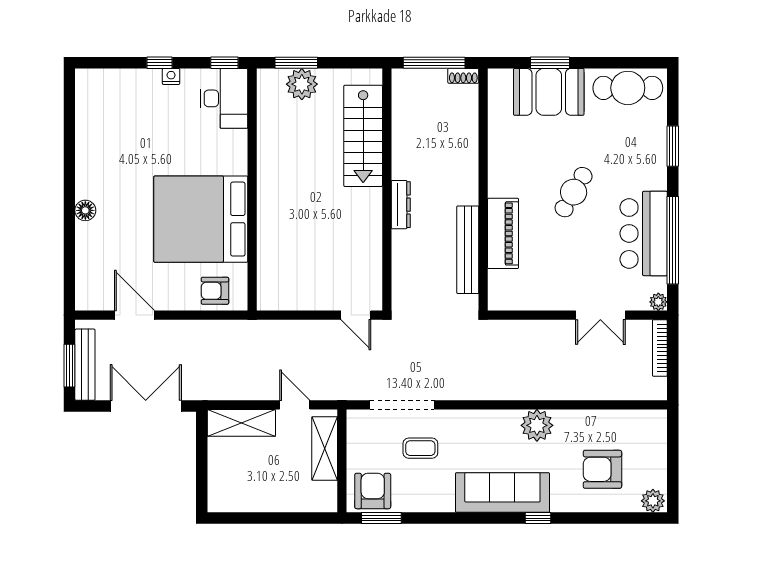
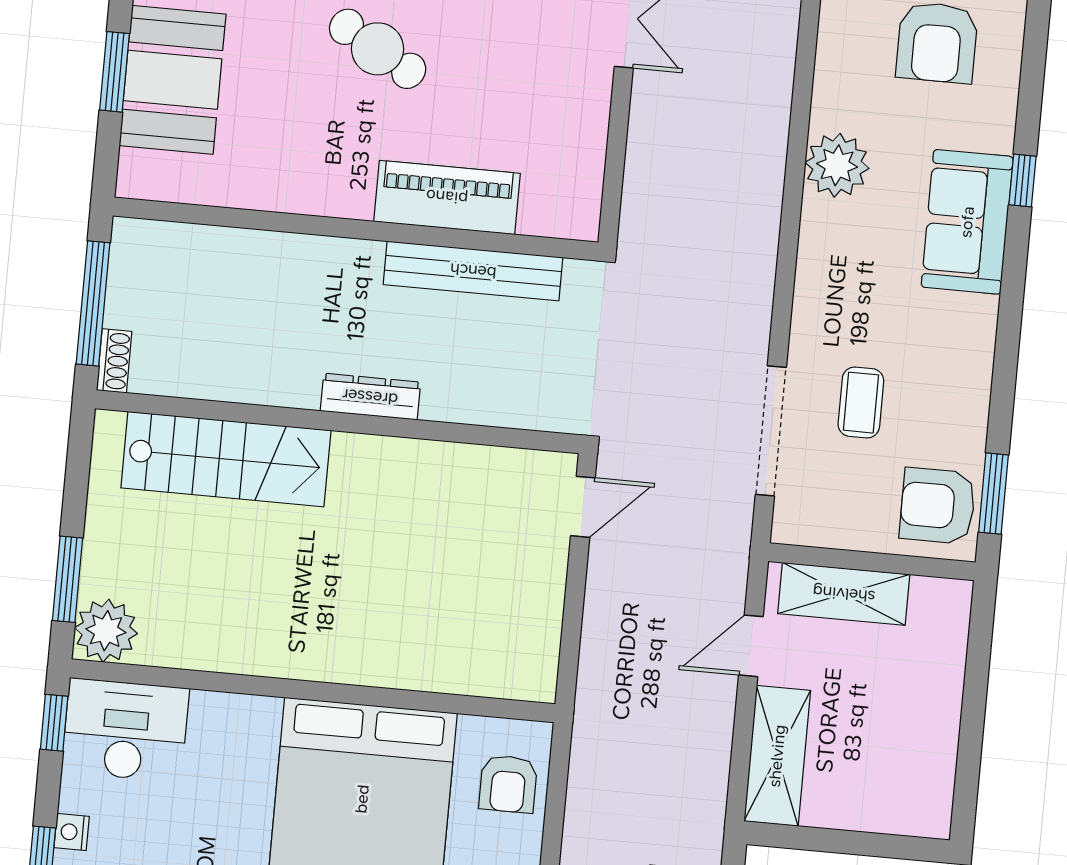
shoe rack: (463, 76) -> (114, 361), moved
plant: (302, 84) -> (106, 631), moved
sofa: (502, 493) -> (967, 222), width x0.73

